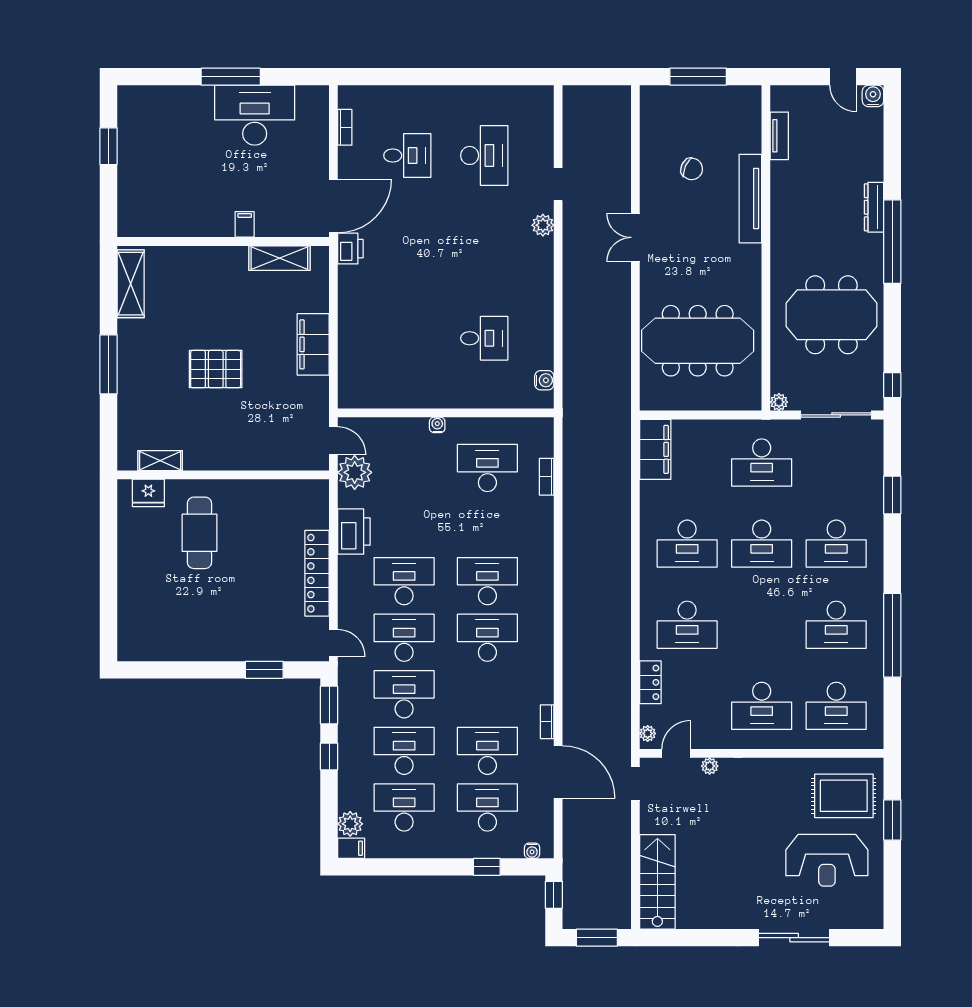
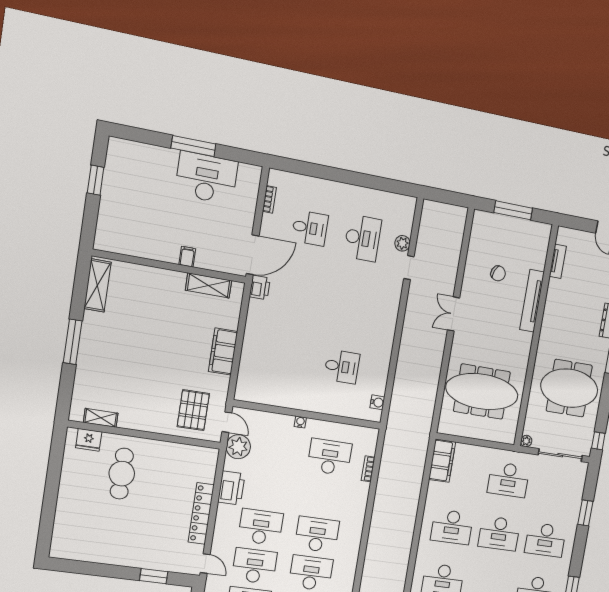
plant: (543, 225) -> (402, 243), moved
pallet: (216, 369) -> (193, 410), moved, turned 90

